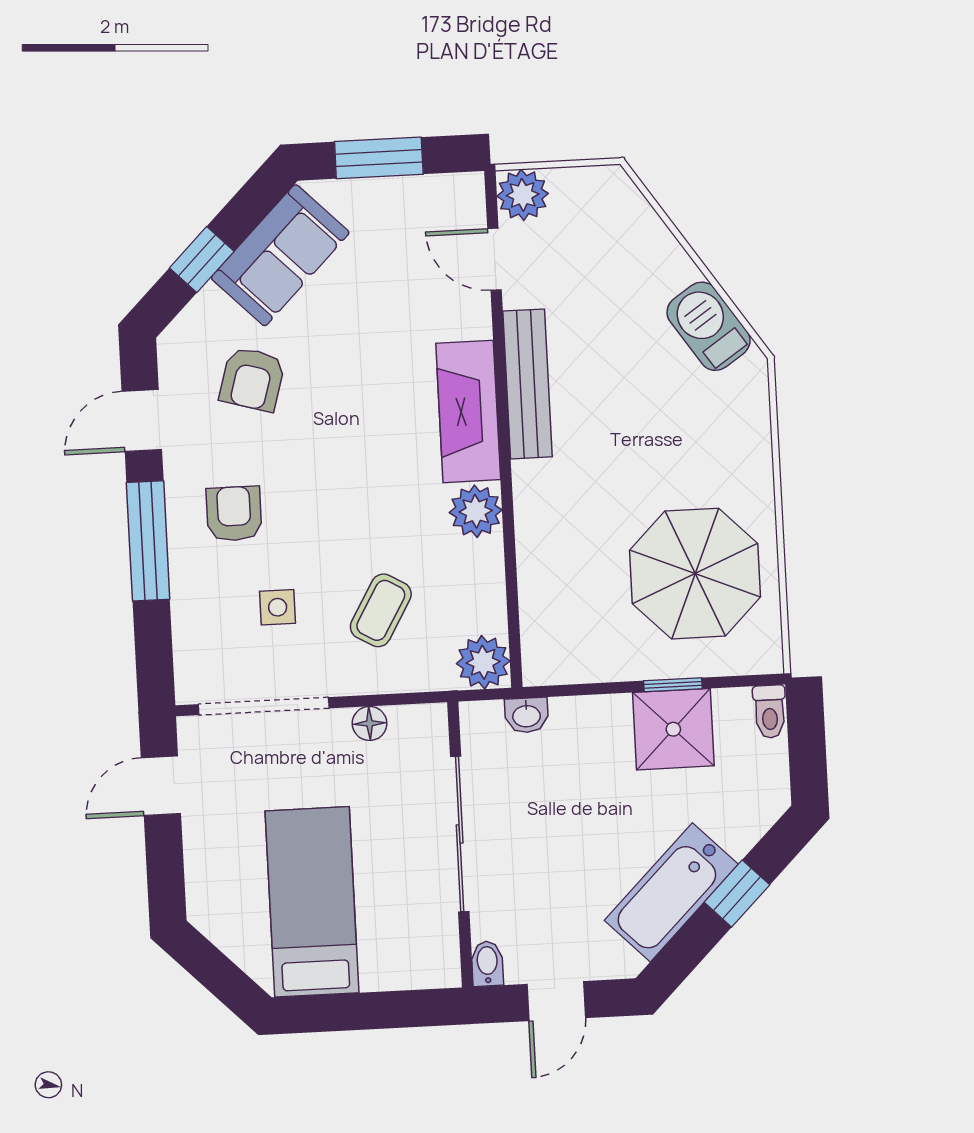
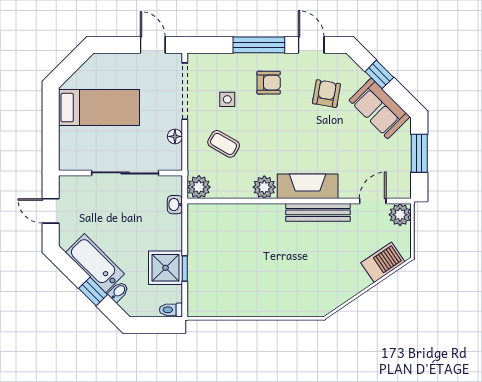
barbecue: (709, 326) -> (383, 262), moved
armchair: (252, 379) -> (326, 94), turned 84
parasol: (695, 574) -> (232, 281), removed
bidet: (487, 964) -> (118, 292), moved, turned -45

